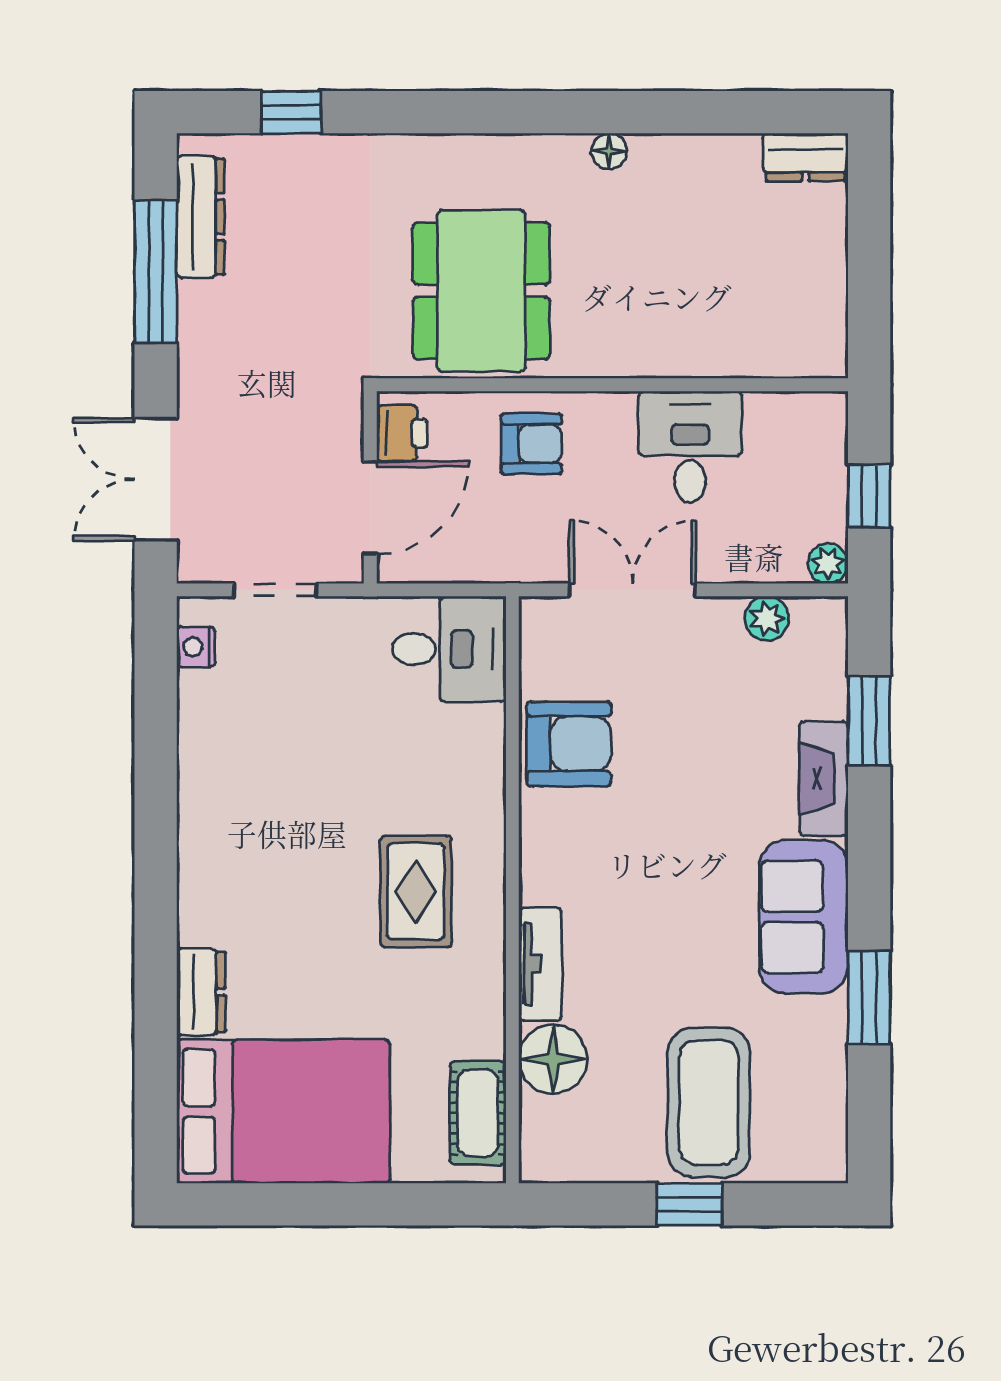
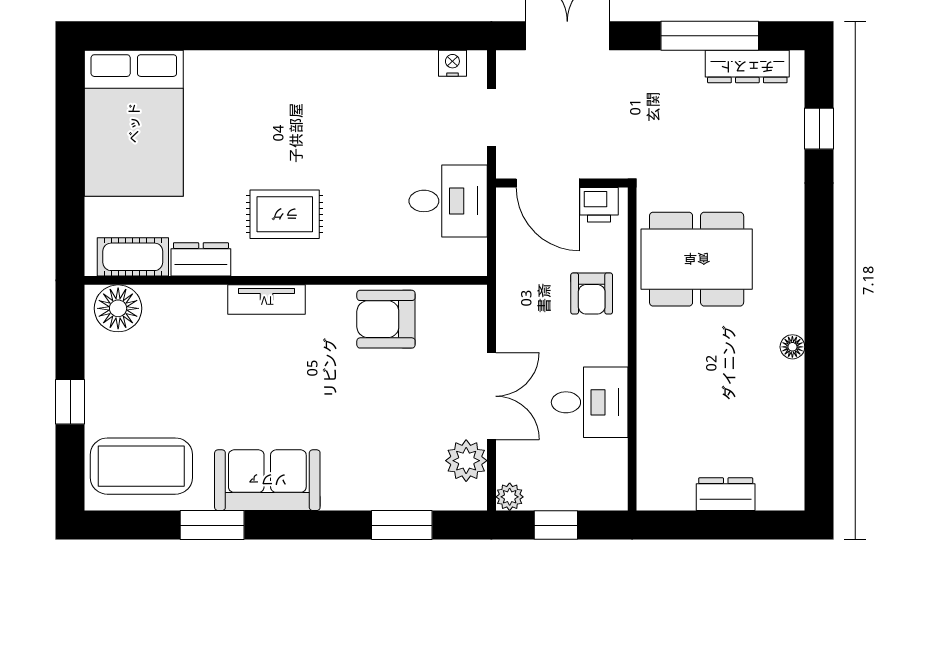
dresser: (805, 157) -> (726, 494), moved, turned 90
double door: (633, 590) -> (491, 396), moved
plant: (767, 618) -> (466, 461), width x1.38, depth x1.38
desk: (449, 649) -> (448, 201), moved, turned -90
armchair: (569, 744) -> (386, 319), turned 90
fireplace: (824, 779) -> (362, 494), removed
tv unit: (540, 964) -> (267, 300), moved
dresser: (201, 992) -> (201, 259), moved, turned 180
floor lamp: (553, 1059) -> (118, 308), moved
coffee table: (709, 1102) -> (141, 466), moved

